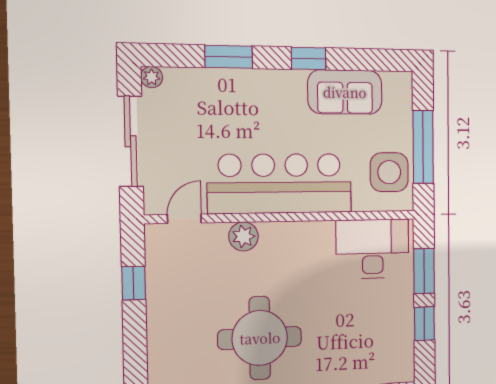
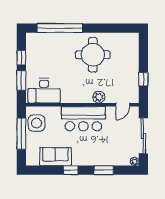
bar counter: (280, 184) -> (83, 119), width x0.73

